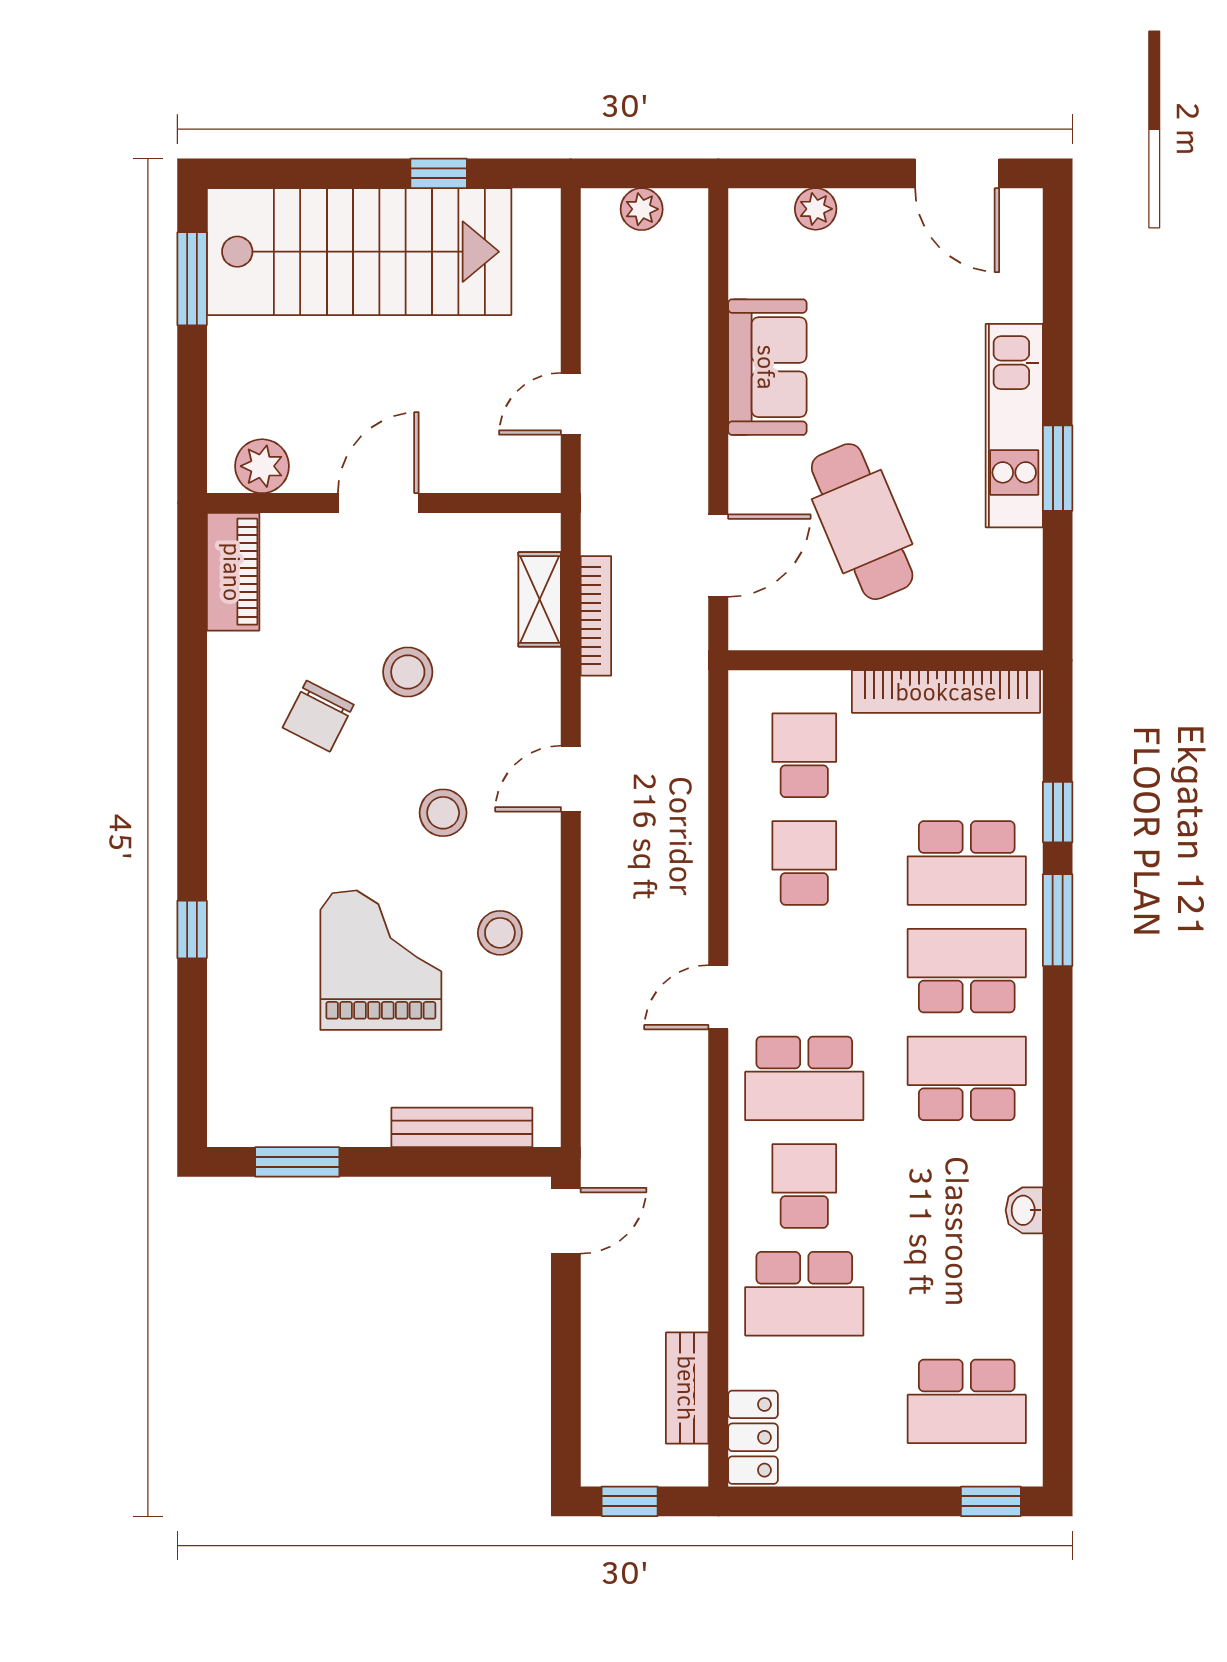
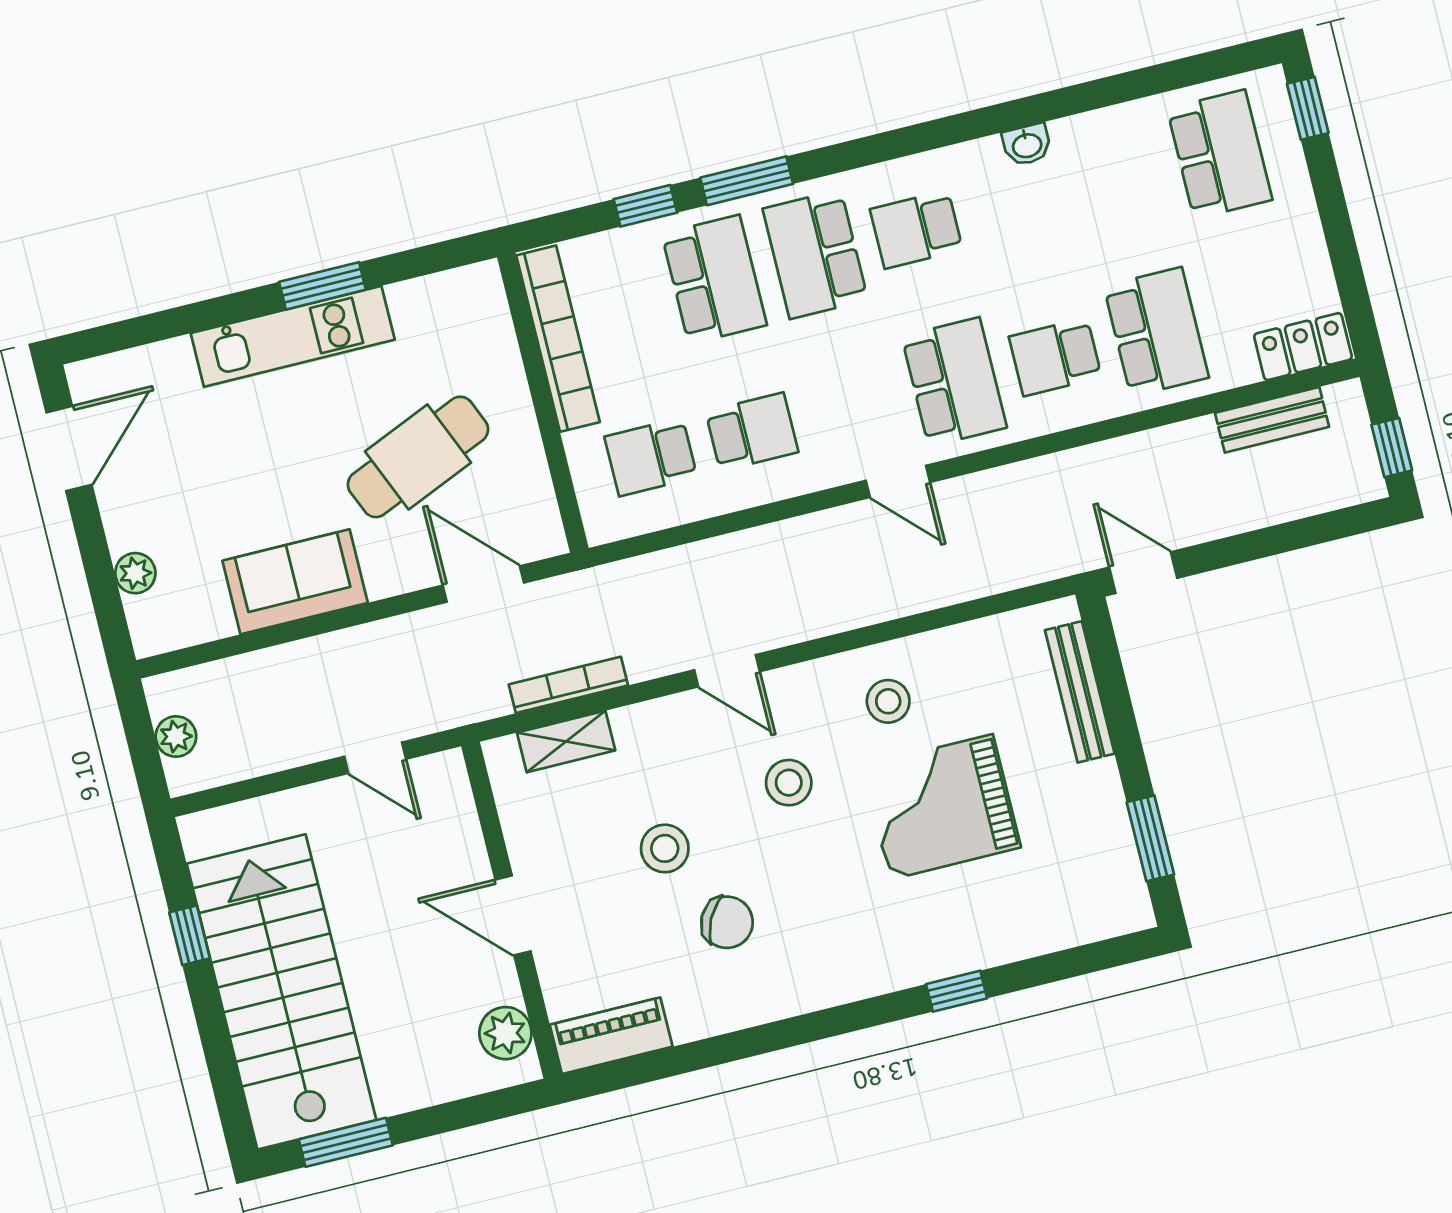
school desk: (804, 863) -> (752, 432), turned 180
school desk: (967, 1078) -> (916, 229), width x0.54

